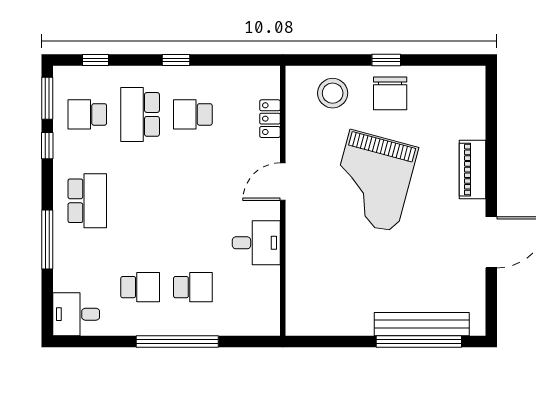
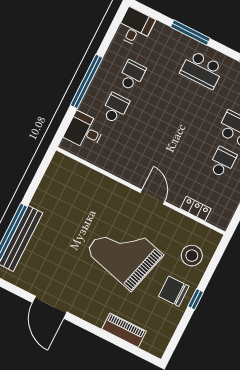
piano: (472, 170) -> (124, 330), moved
desk: (256, 243) -> (84, 131), moved, turned 90
school desk: (140, 287) -> (132, 75), turned 180
school desk: (193, 287) -> (115, 108), turned 180

